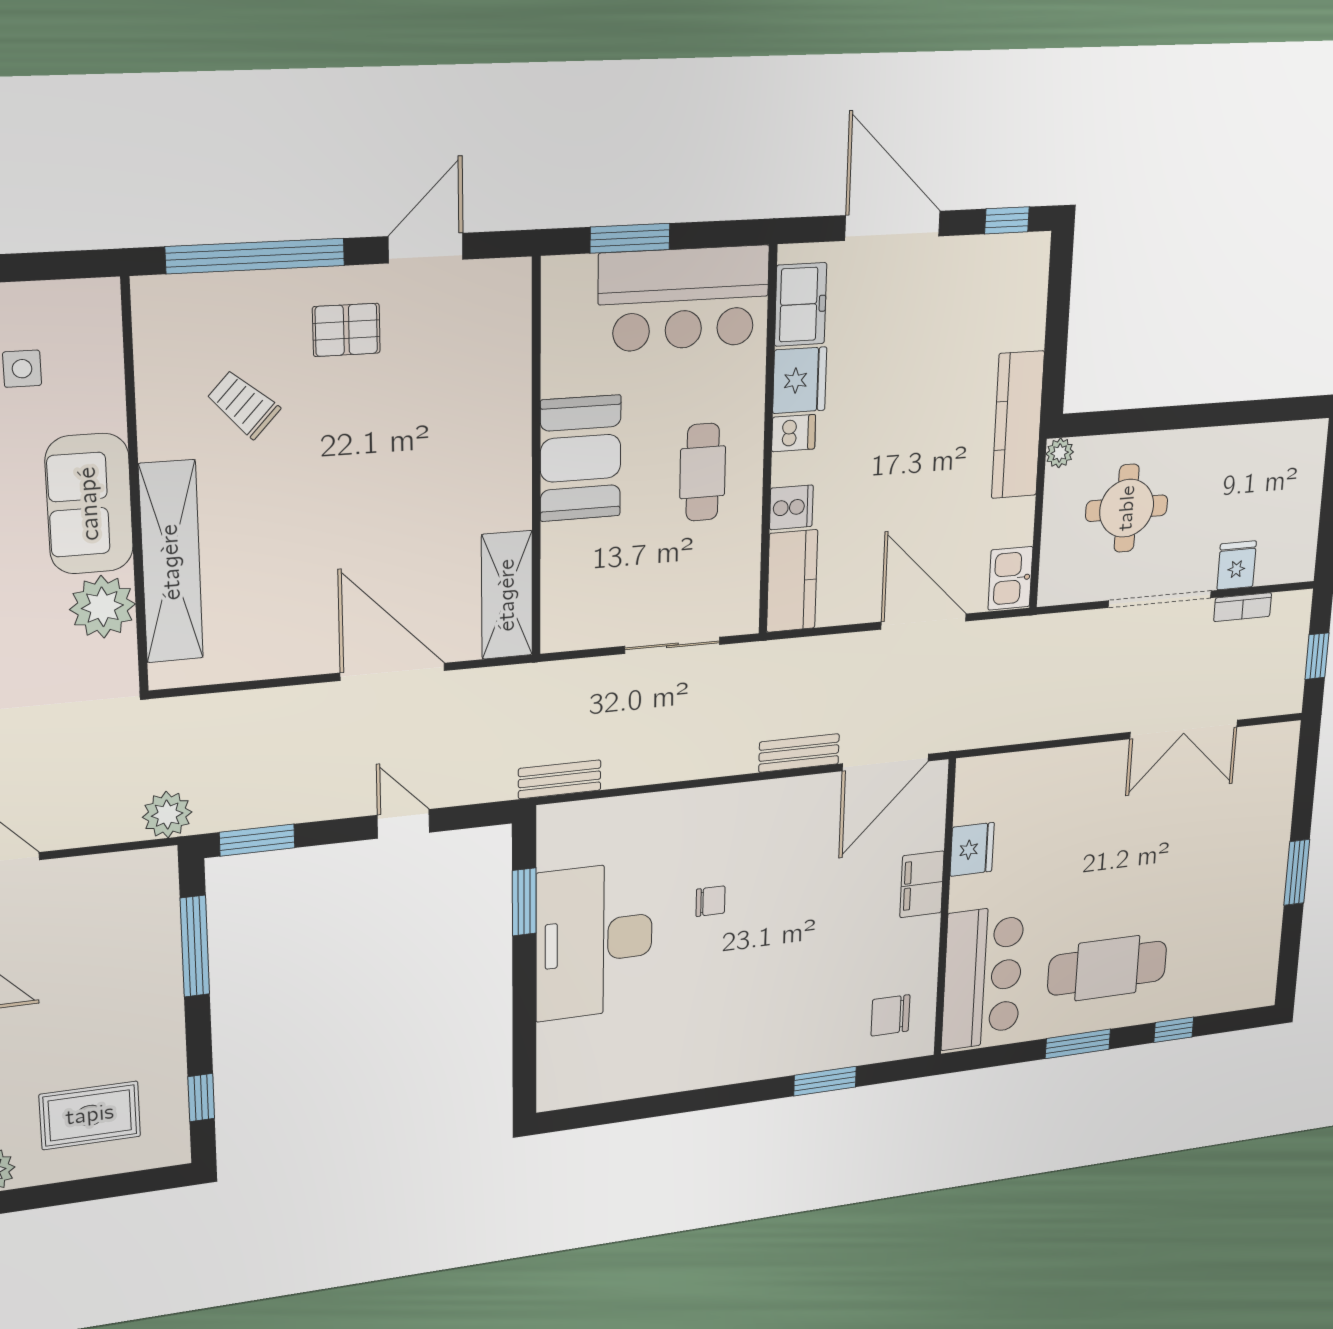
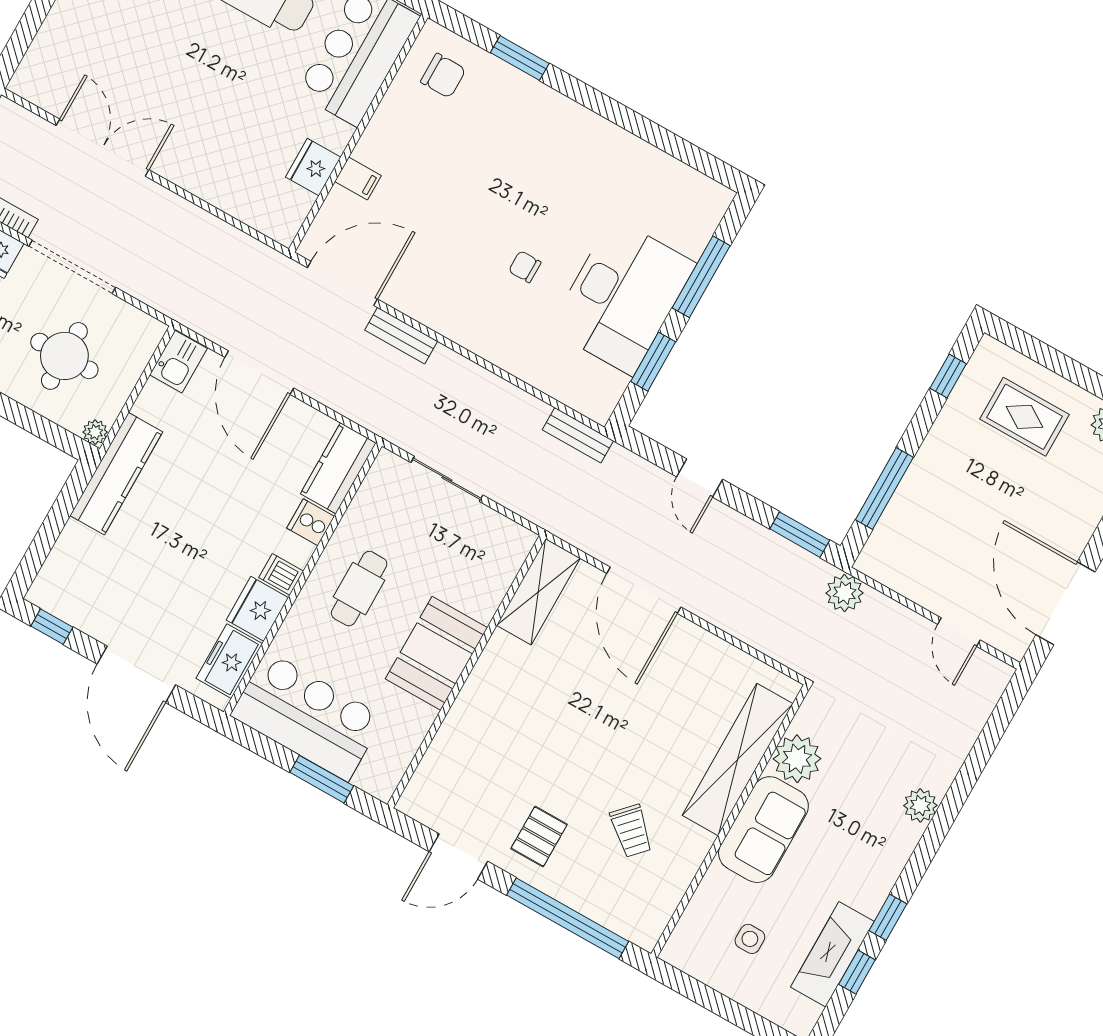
pallet: (346, 330) -> (539, 837), turned 90
filing cabinet: (922, 884) -> (358, 179), width x0.50
window: (524, 1013) -> (701, 277), added

